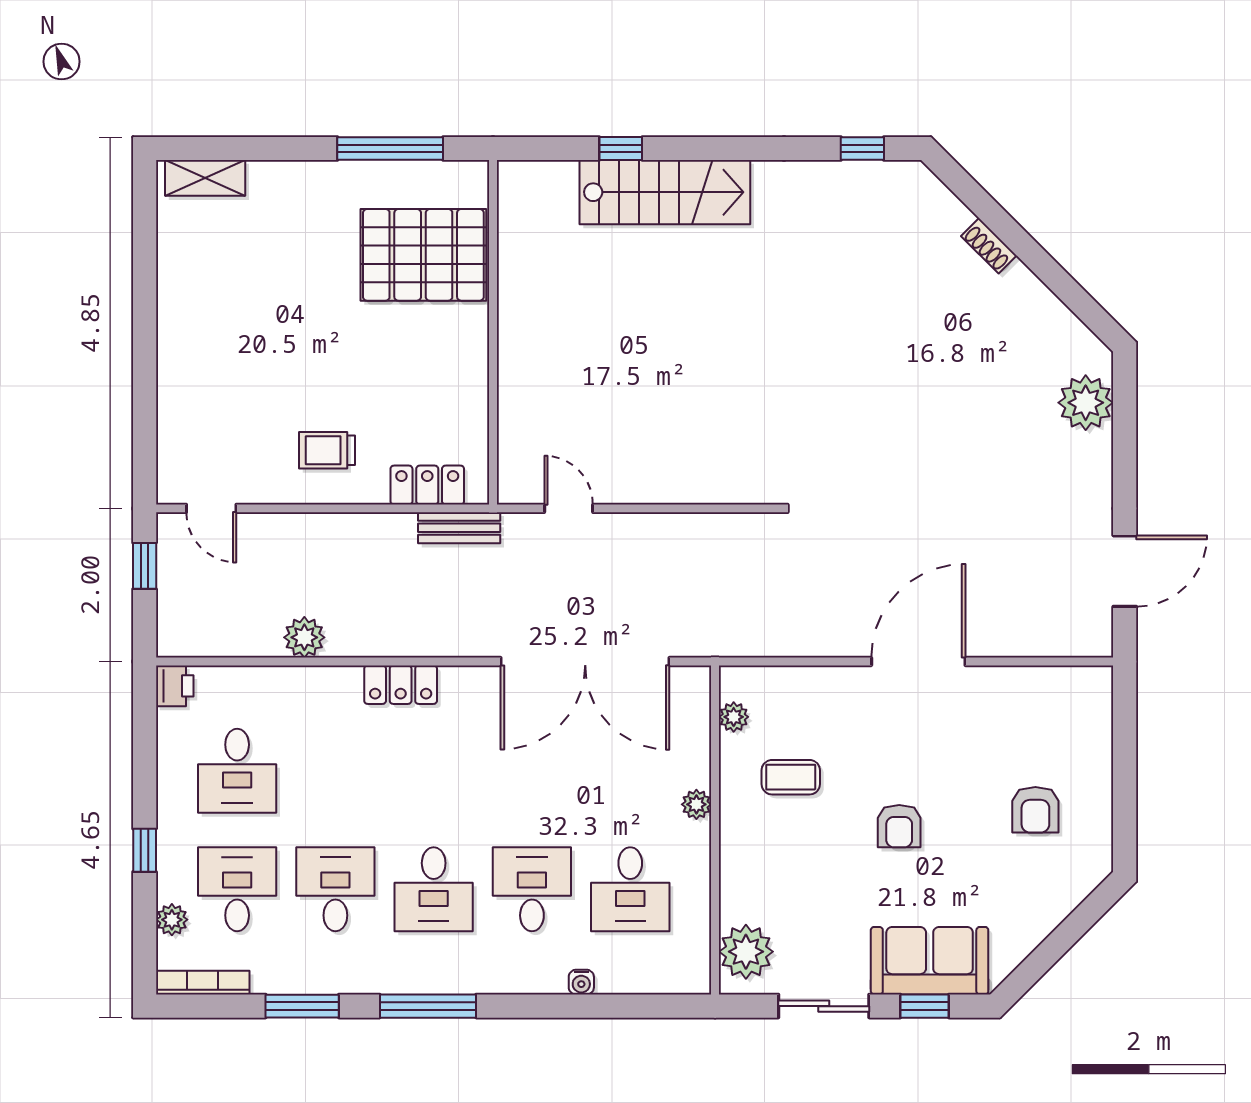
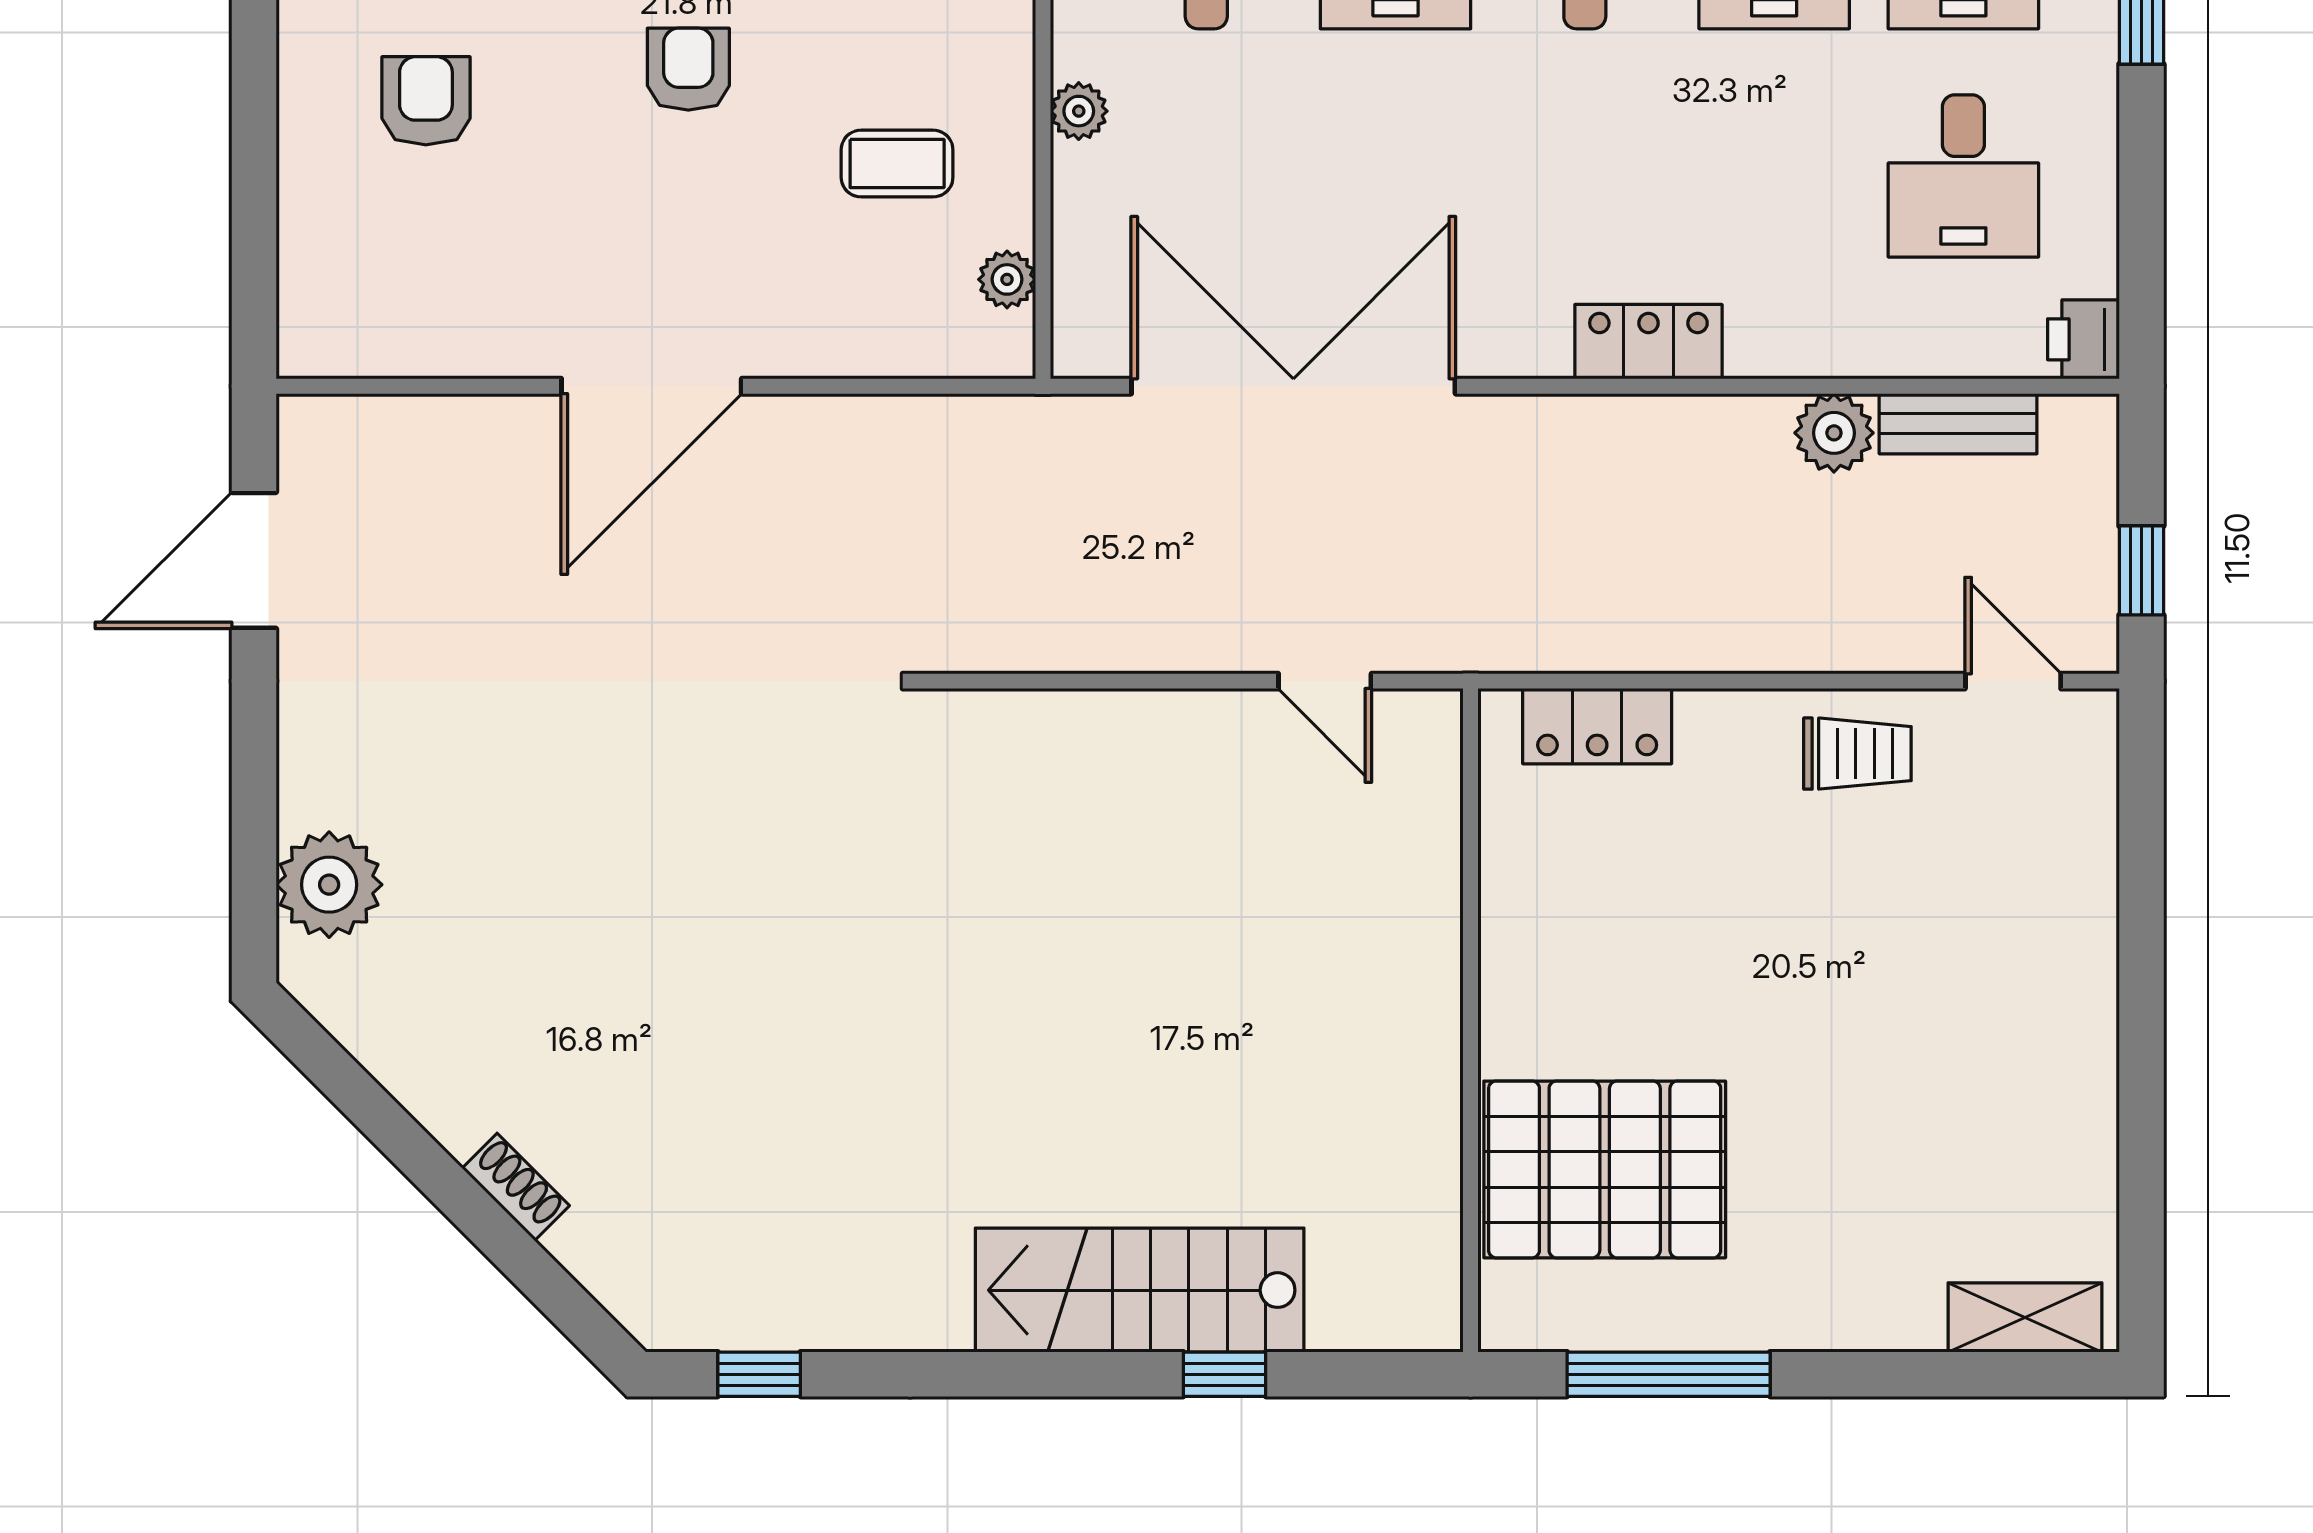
trolley: (327, 450) -> (1857, 754), moved
bench: (459, 528) -> (1958, 424), moved
desk: (237, 771) -> (1963, 176), turned 180

